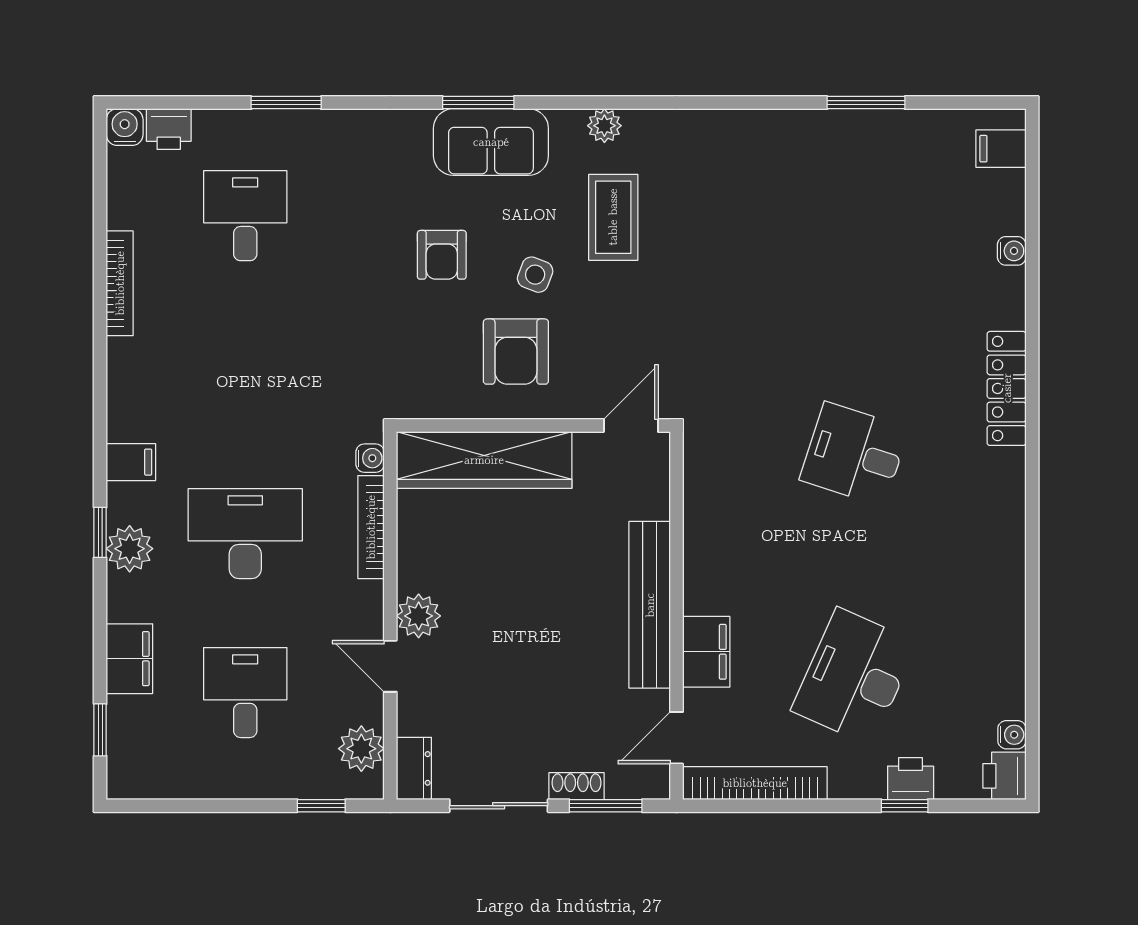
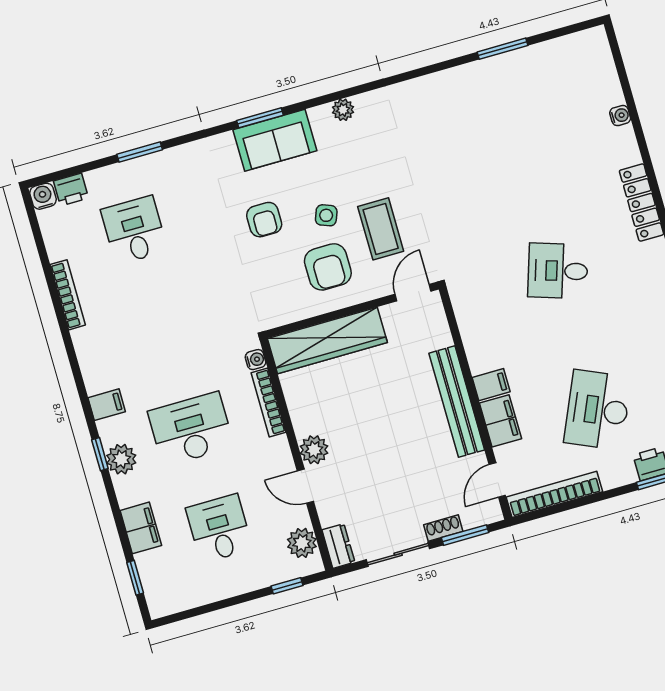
filing cabinet: (1001, 149) -> (491, 385), moved, turned 180
coffee table: (613, 217) -> (381, 229), moved

